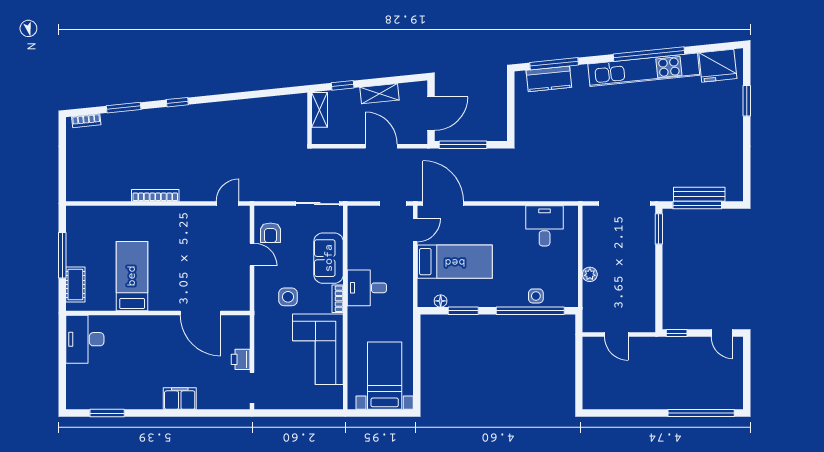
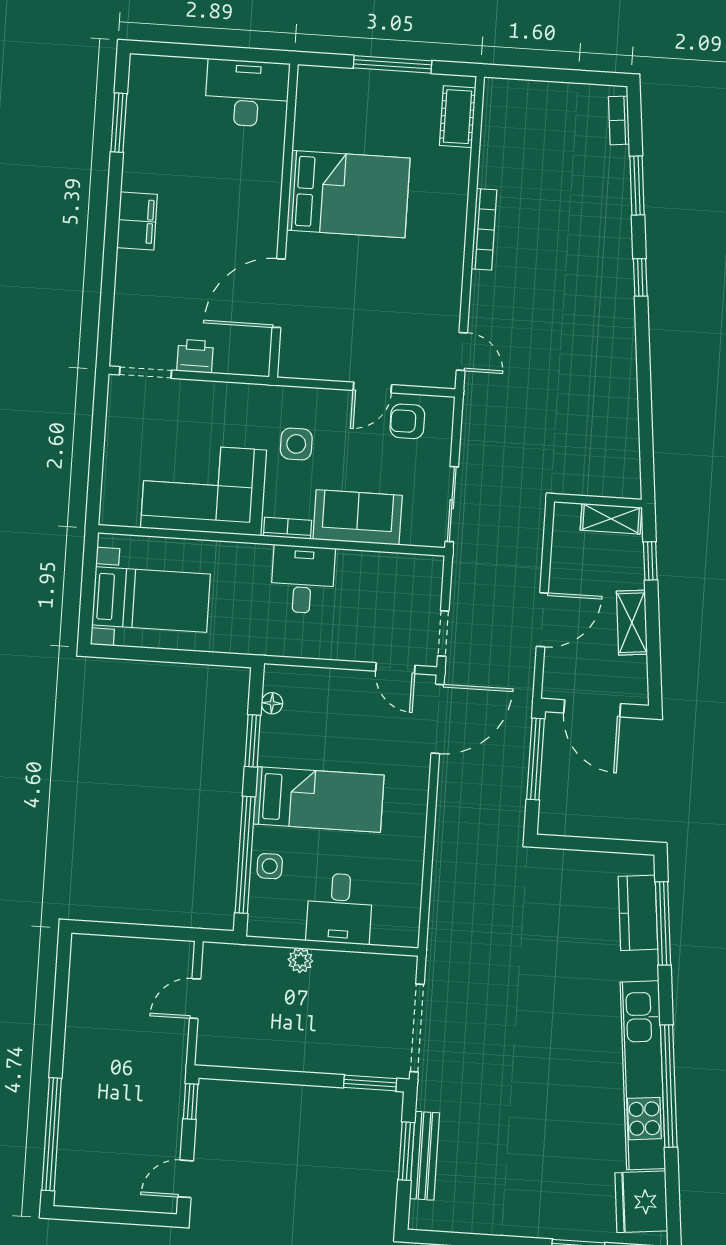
window: (697, 205) -> (406, 1151), width x0.69
desk: (545, 226) -> (340, 909), moved, turned 90
bed: (455, 262) -> (319, 800), moved, turned -90
bed: (132, 276) -> (348, 194), width x1.50
cot: (75, 284) -> (458, 117), moved, turned 90
filing cabinet: (180, 399) -> (137, 221), moved

